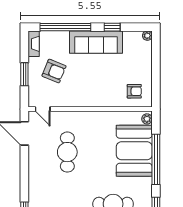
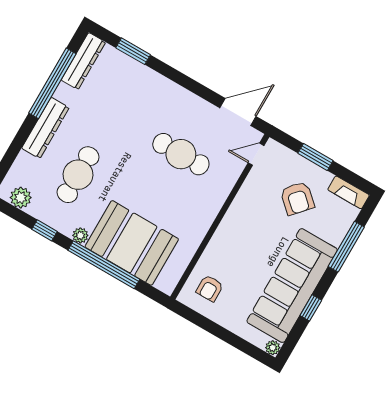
window: (65, 27) -> (346, 247), width x0.68
sofa: (96, 42) -> (292, 286), width x1.36, depth x1.27
armchair: (54, 71) -> (297, 198), turned -70
plant: (147, 119) -> (80, 235), moved

